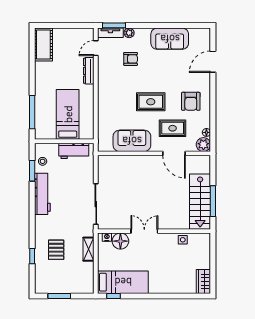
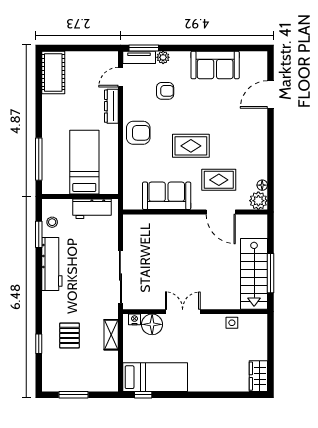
armchair: (191, 101) -> (138, 133), moved, turned -90

